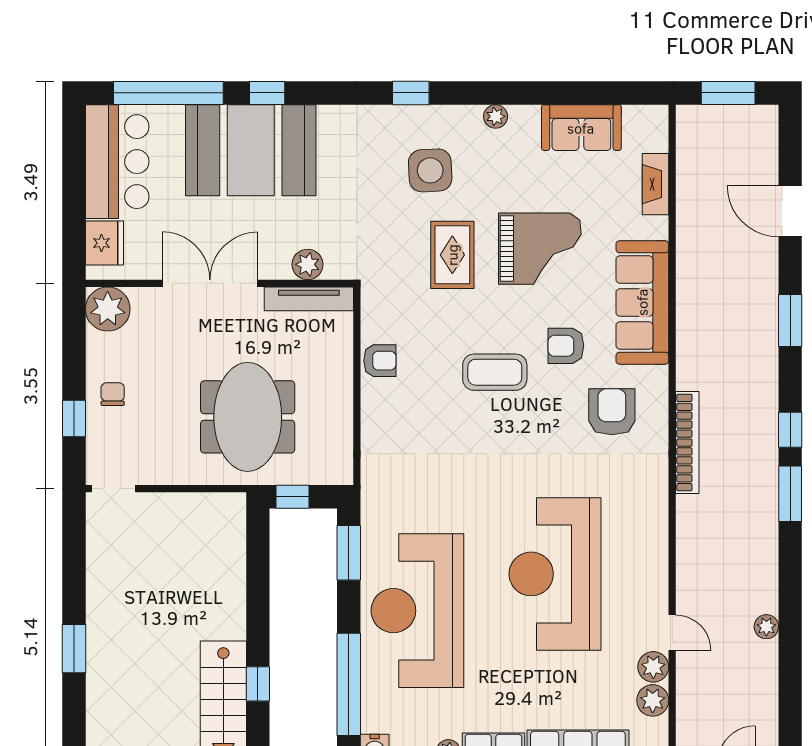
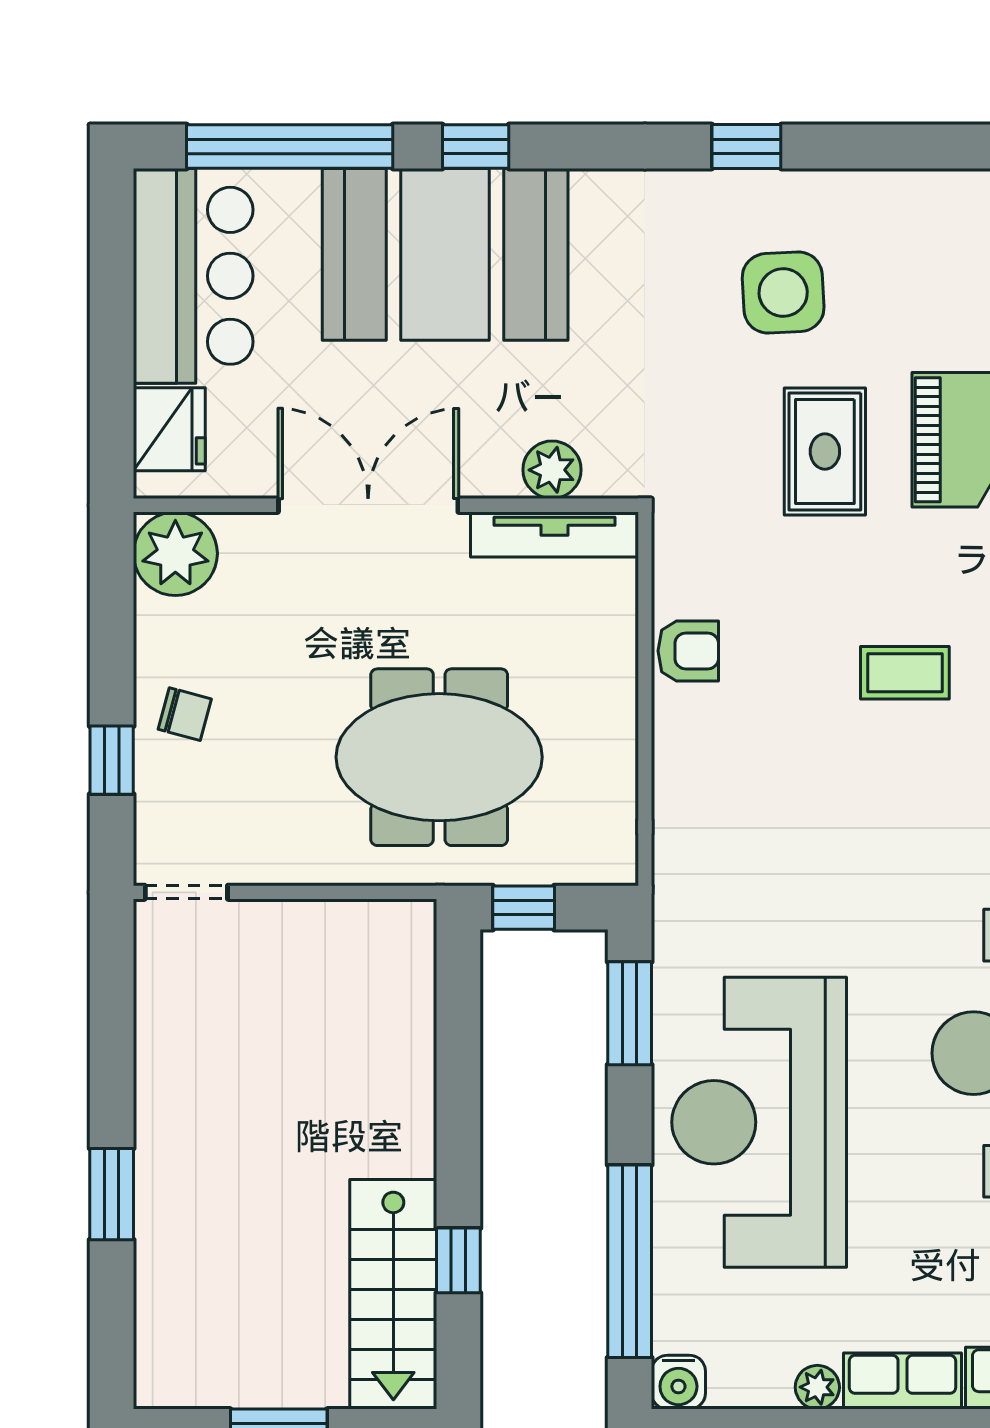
plant: (496, 116) -> (906, 191), removed
coffee table: (495, 372) -> (905, 673), width x0.73, depth x0.77
chair: (113, 394) -> (185, 714), turned 105
meeting table: (248, 417) -> (439, 757), turned 90

